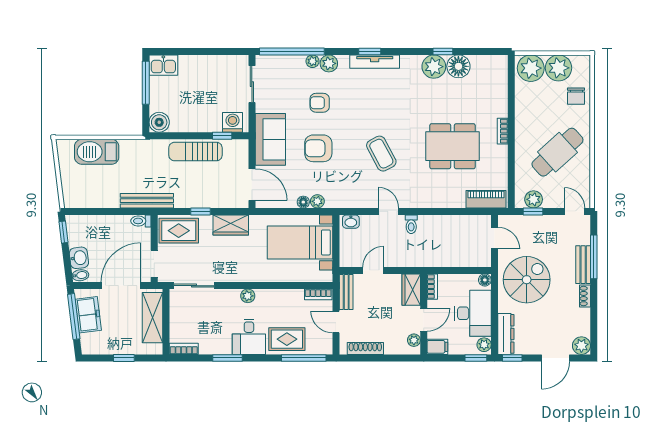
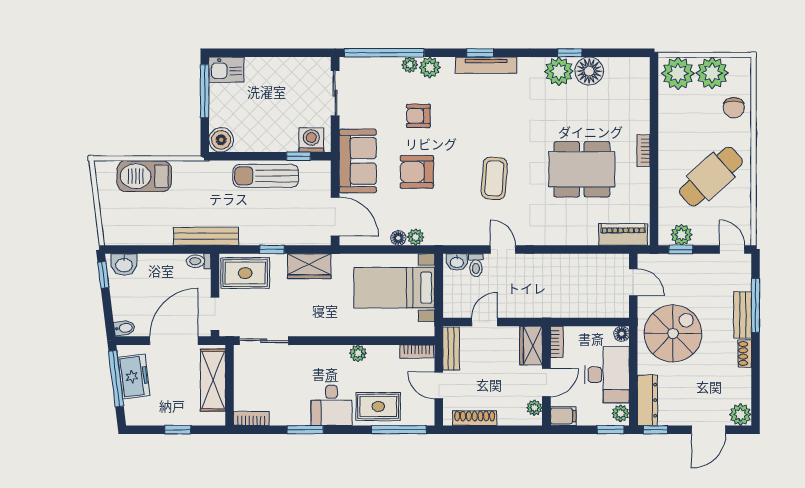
coffee table: (381, 154) -> (494, 178), turned 32
toilet: (411, 224) -> (476, 265), moved
washbasin: (79, 258) -> (124, 265), moved, turned 97
plant: (248, 296) -> (358, 353), moved

